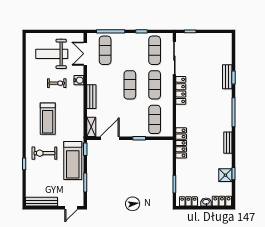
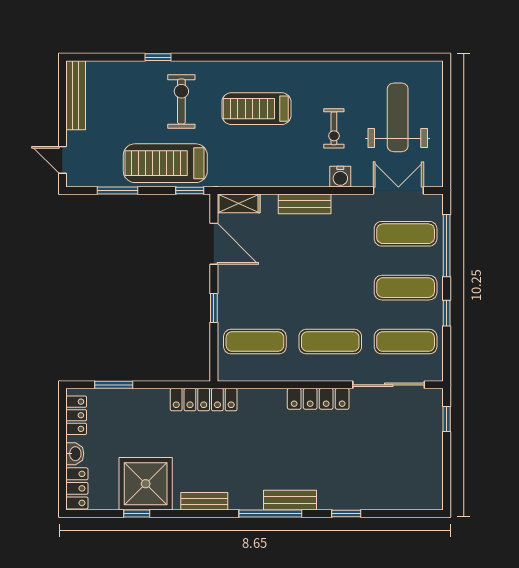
bench: (227, 77) -> (290, 500), moved
exercise mat: (130, 85) -> (406, 288), moved
shower: (225, 175) -> (146, 484), width x1.86, depth x1.86

